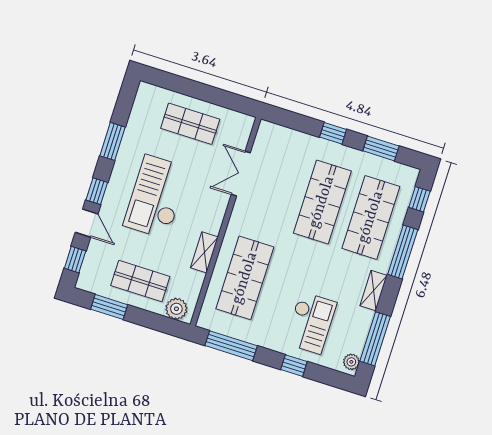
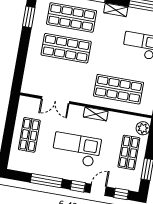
window: (333, 133) -> (23, 47), removed
window: (113, 141) -> (46, 181), width x1.44
checkout: (156, 197) -> (76, 150), turned 180
shelving: (204, 252) -> (96, 114), moved

